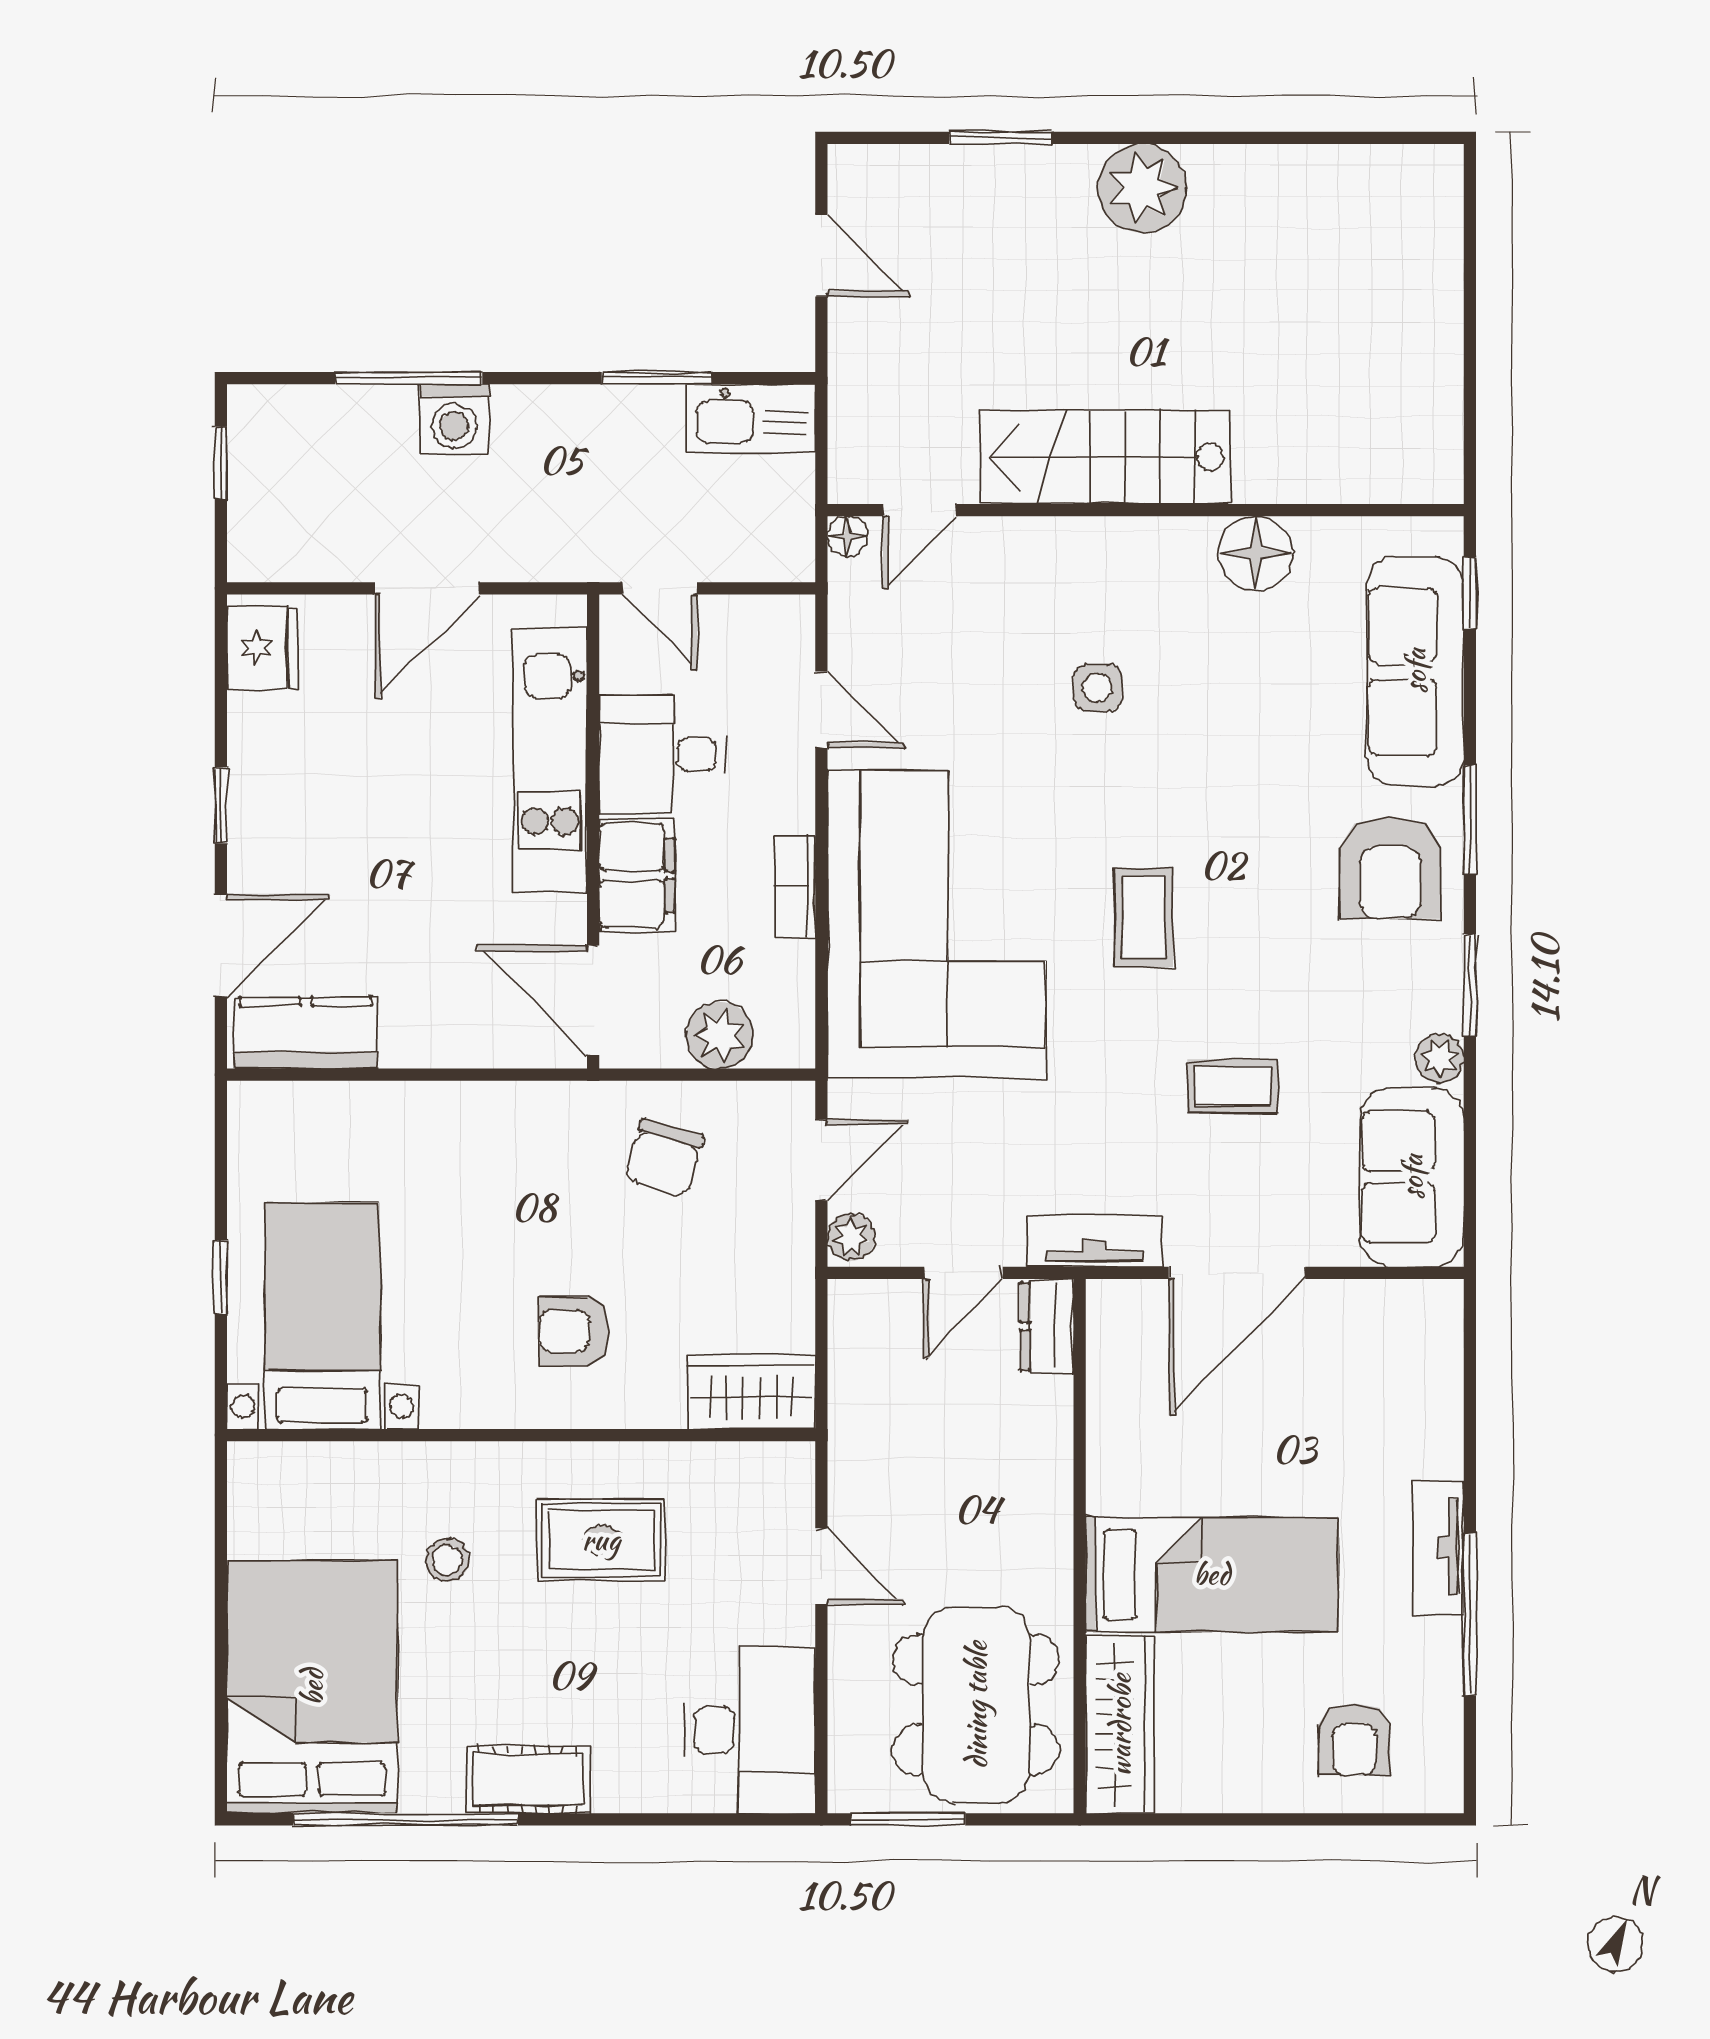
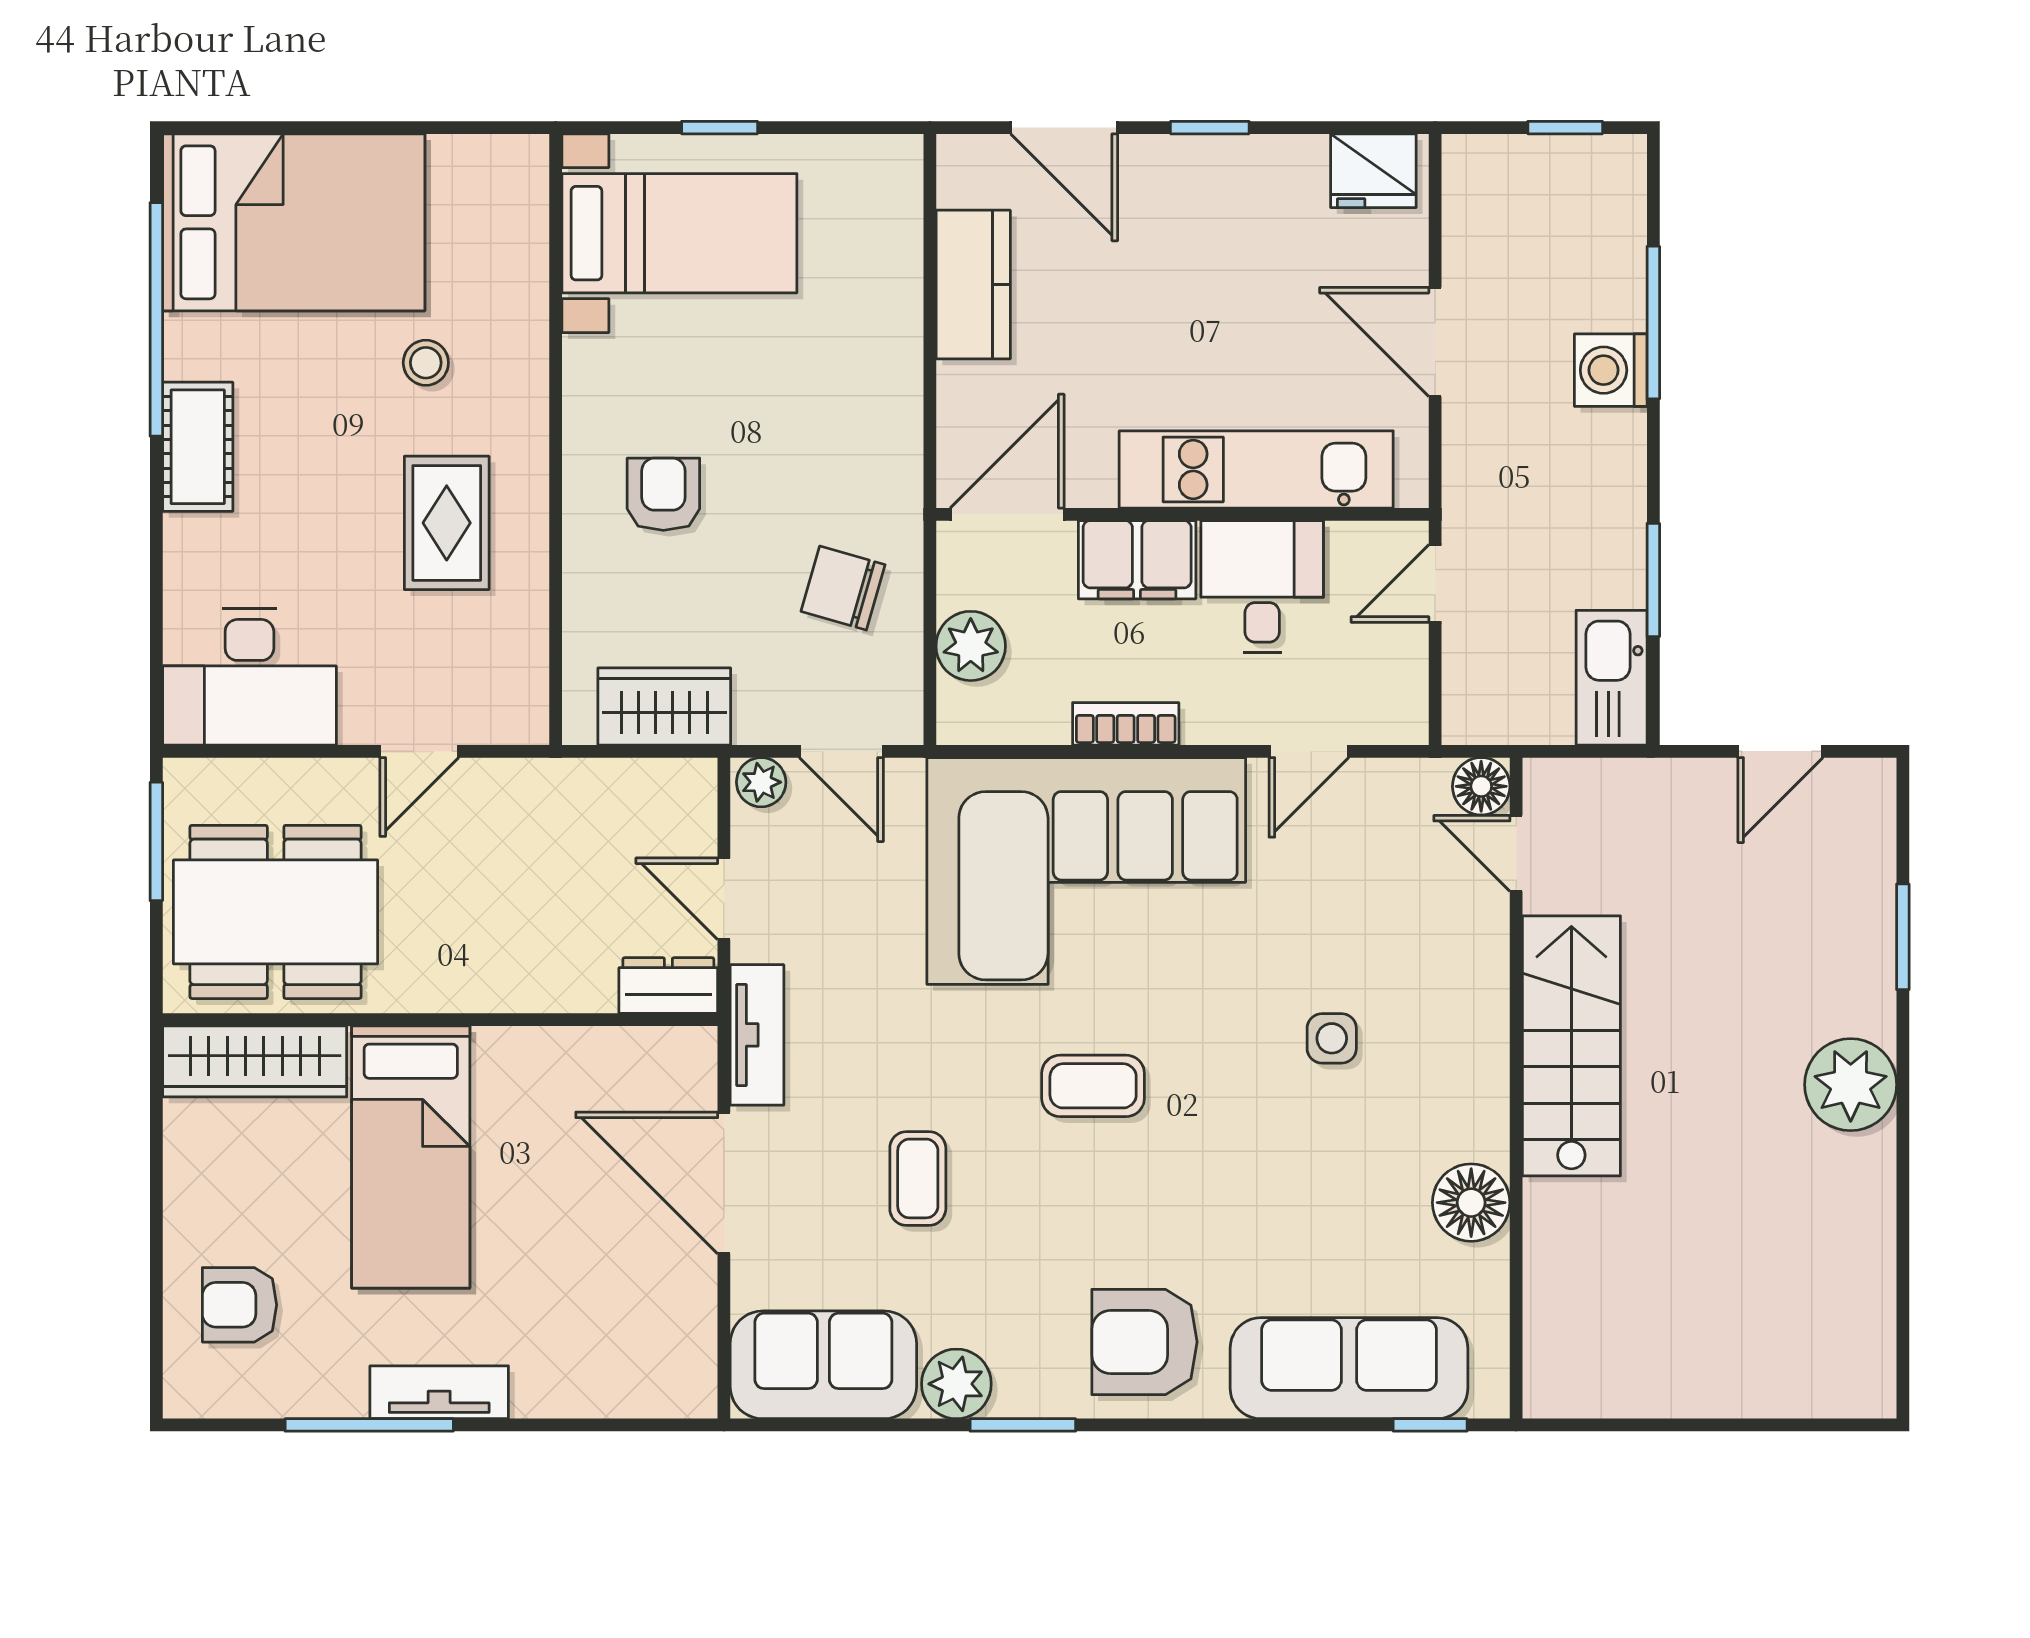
floor lamp: (848, 536) -> (1481, 786), width x1.37, depth x1.37
window: (1470, 820) -> (1195, 1425), removed
kitchen counter: (306, 1033) -> (973, 285), moved
plant: (1440, 1058) -> (956, 1384), width x1.38, depth x1.38
wardrobe: (751, 1392) -> (664, 707), moved, turned -90

